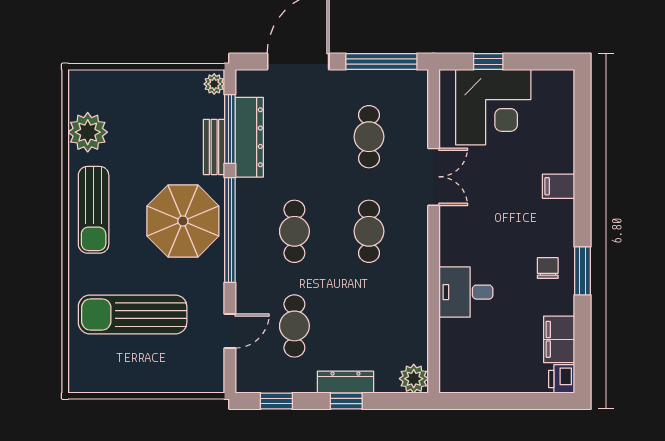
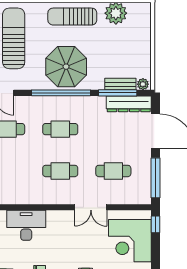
window: (488, 62) -> (155, 224), moved
dresser: (249, 137) -> (129, 104), moved
bench: (214, 147) -> (120, 84), moved
desk: (466, 292) -> (26, 225), width x1.37

